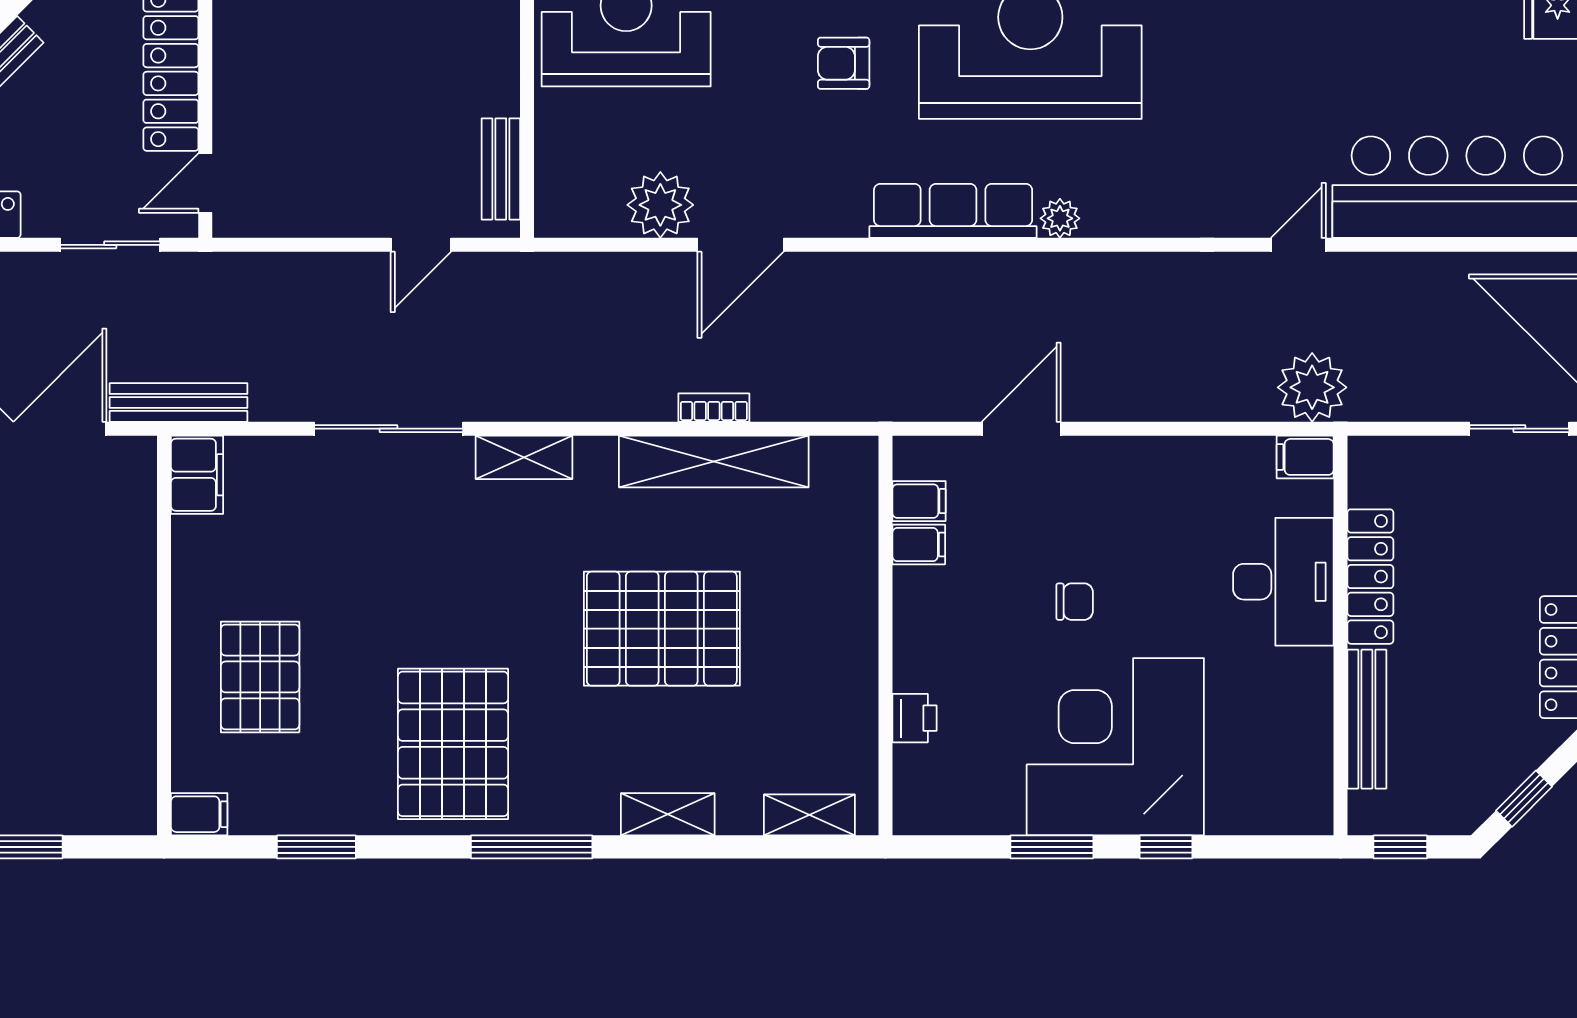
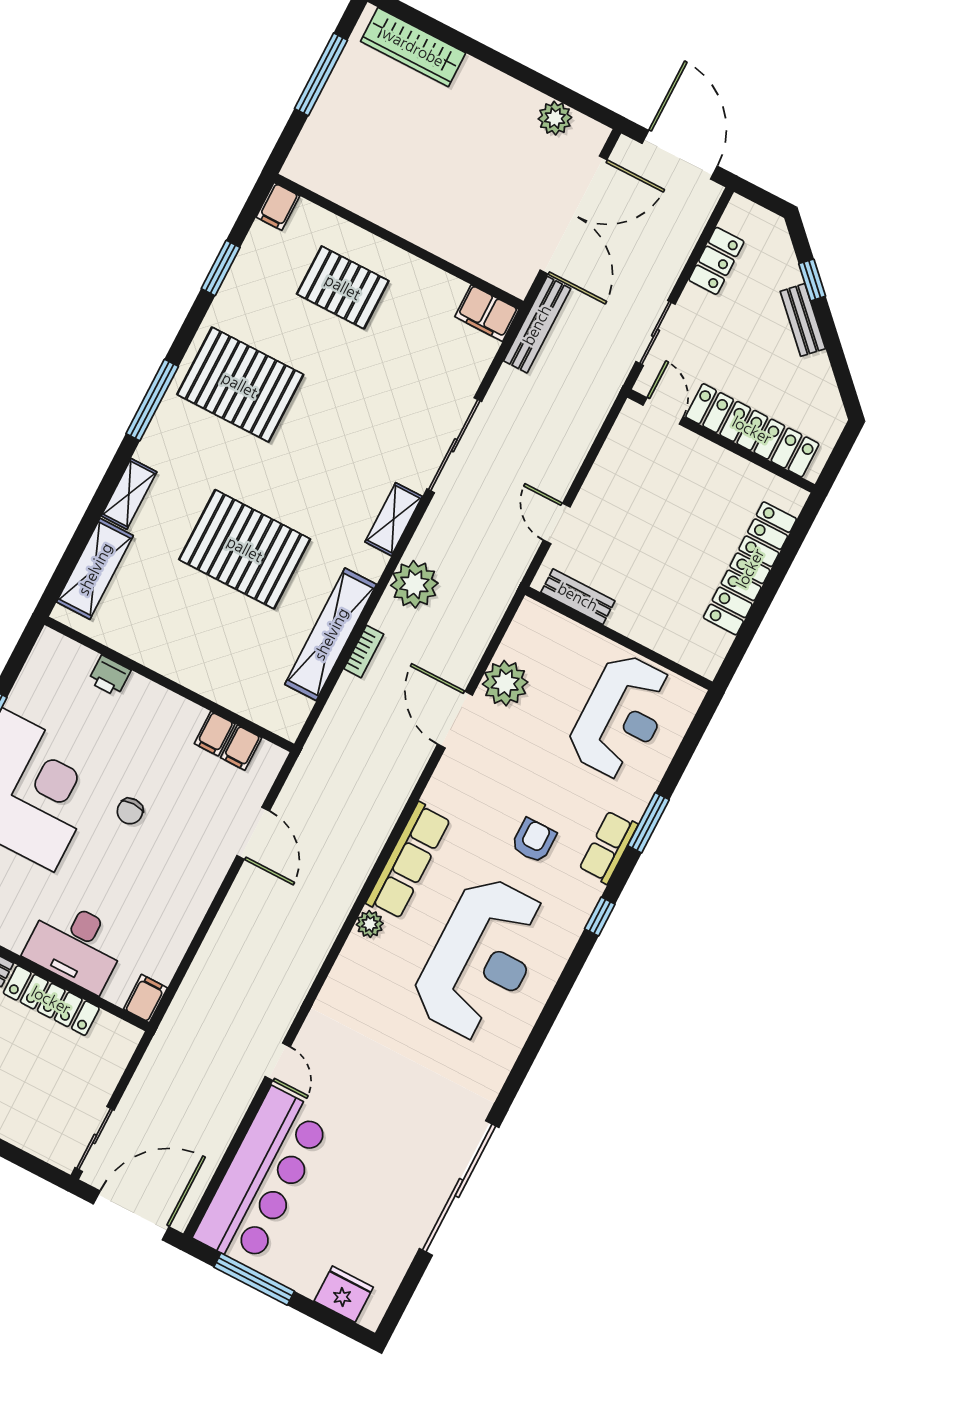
plant: (1312, 387) -> (414, 584), moved
pallet: (662, 629) -> (245, 549), turned 90
shelving: (809, 815) -> (95, 569), width x1.50, depth x1.33

